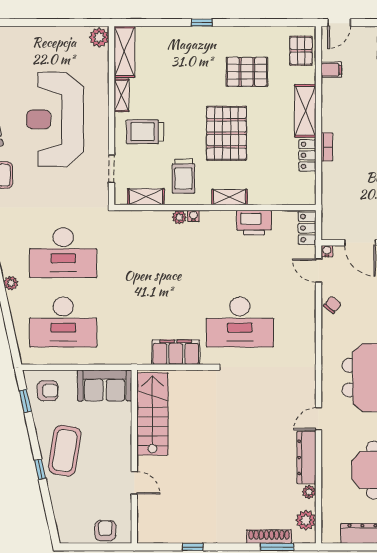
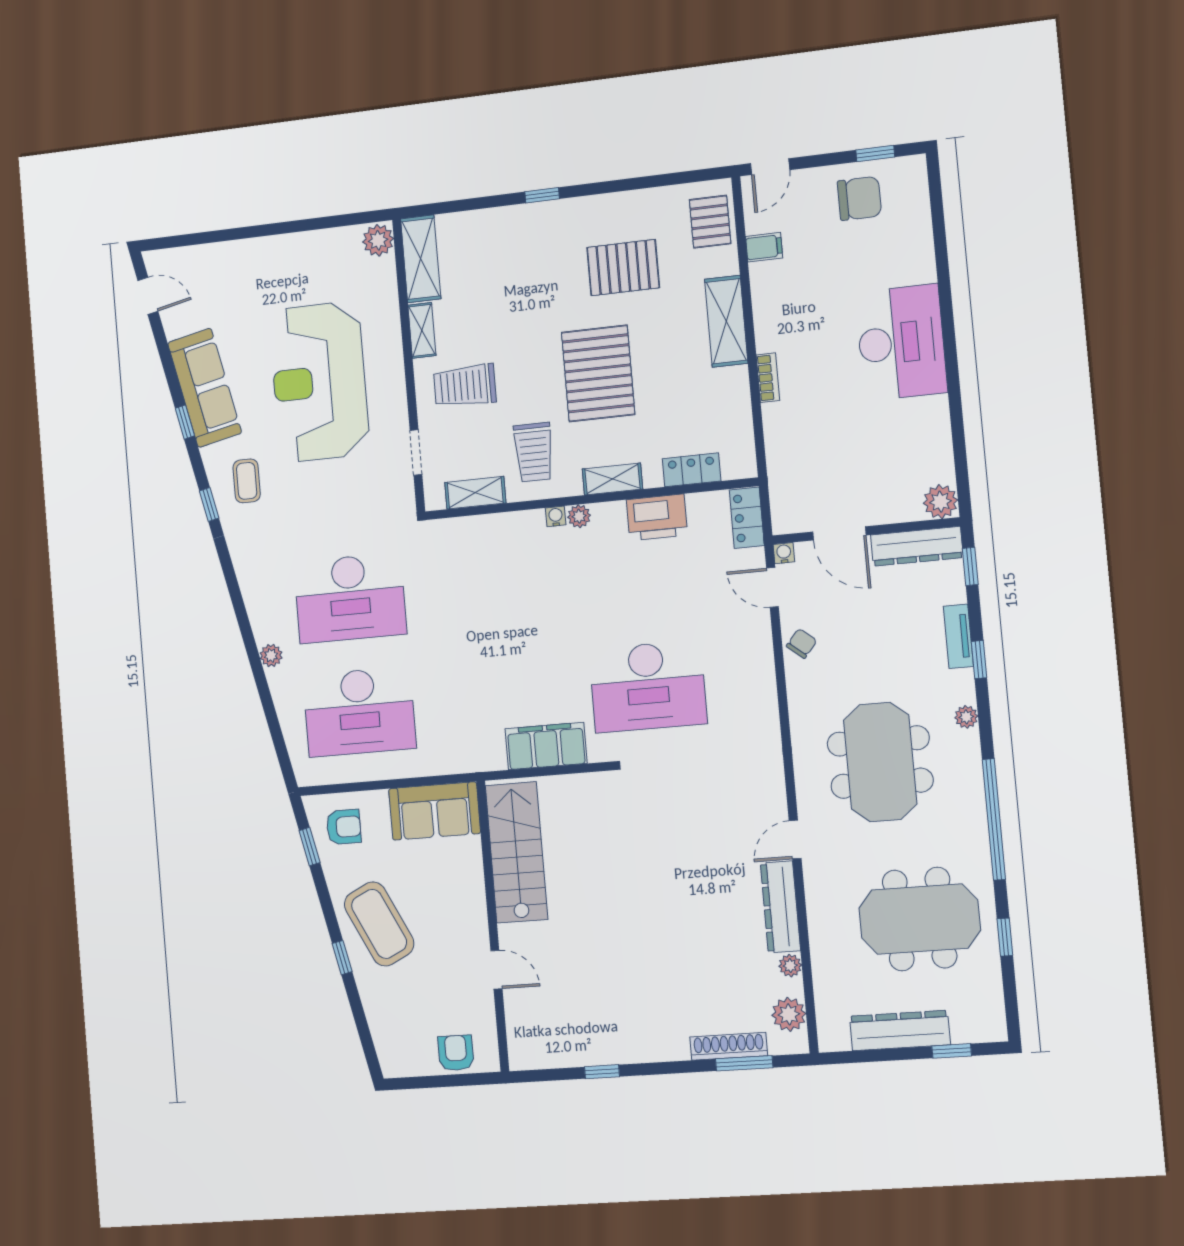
locker: (307, 155) -> (692, 470), moved, turned 90
plant: (179, 217) -> (579, 516), moved
coffee table: (65, 451) -> (379, 924), turned -35

